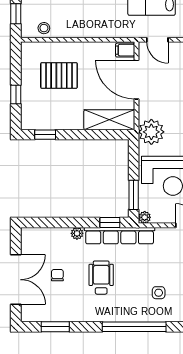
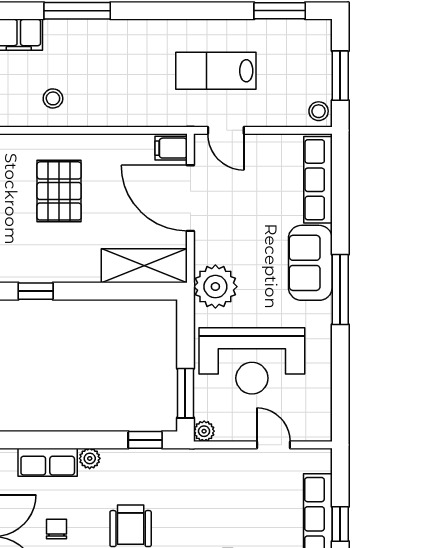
stool: (44, 28) -> (53, 98), moved
pallet: (59, 75) -> (59, 191), turned 90
row of seats: (120, 236) -> (48, 462), moved, width x0.50

